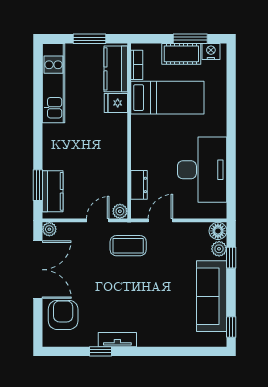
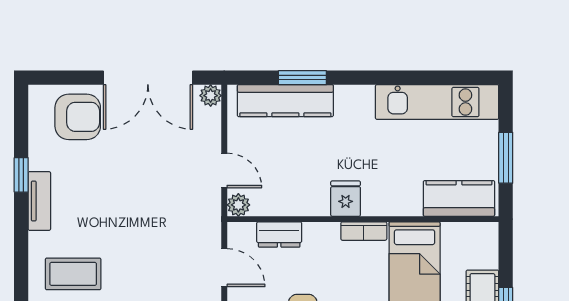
bookcase: (137, 65) -> (364, 231), moved
fridge: (116, 103) -> (346, 199), moved
window: (38, 185) -> (302, 78), moved
kitchen counter: (53, 191) -> (285, 101), width x1.50
coffee table: (128, 246) -> (73, 274), moved, turned 90

